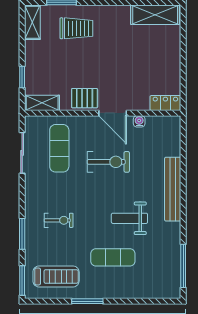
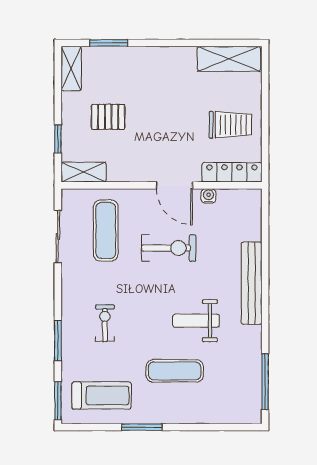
trolley: (76, 28) -> (230, 125), moved
pallet: (85, 98) -> (108, 117), moved
locker: (165, 103) -> (232, 172), width x1.53
exercise bike: (59, 220) -> (105, 323), turned -90

